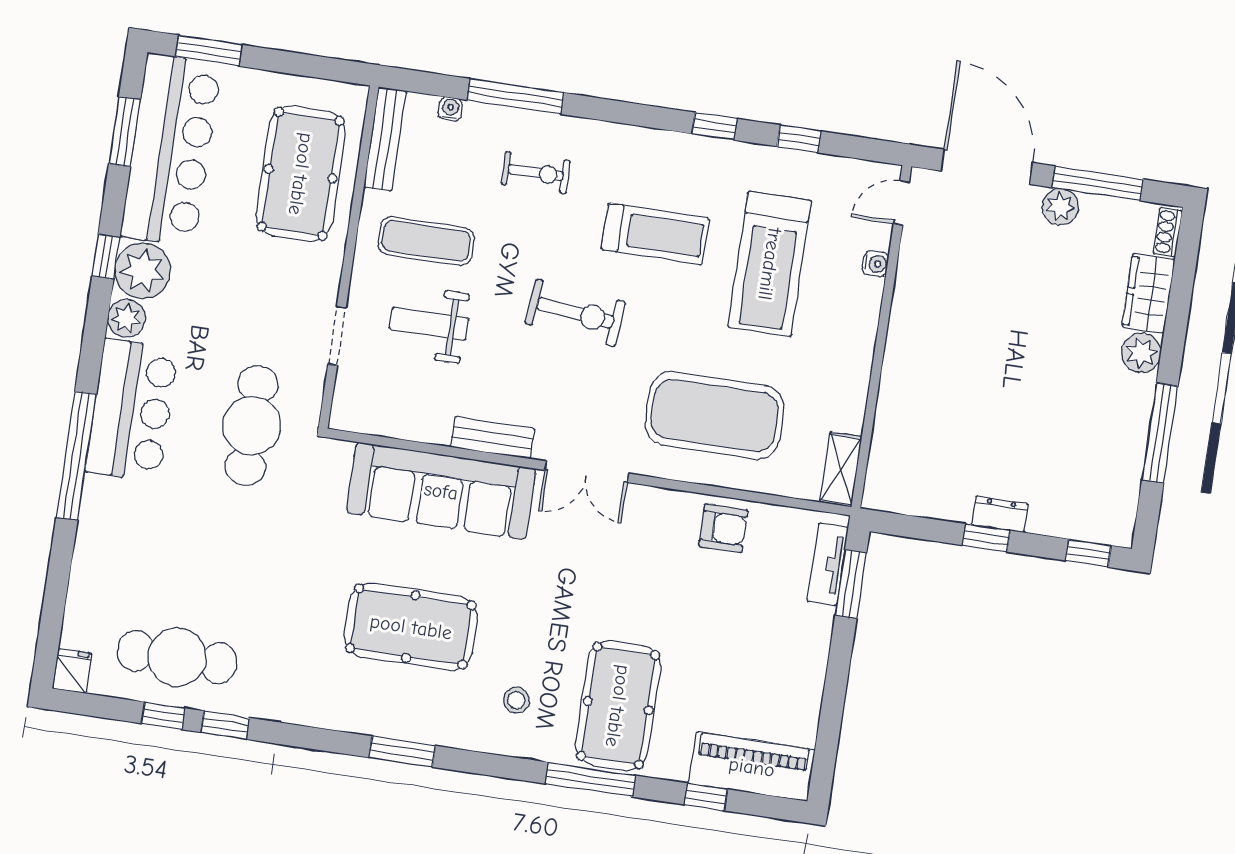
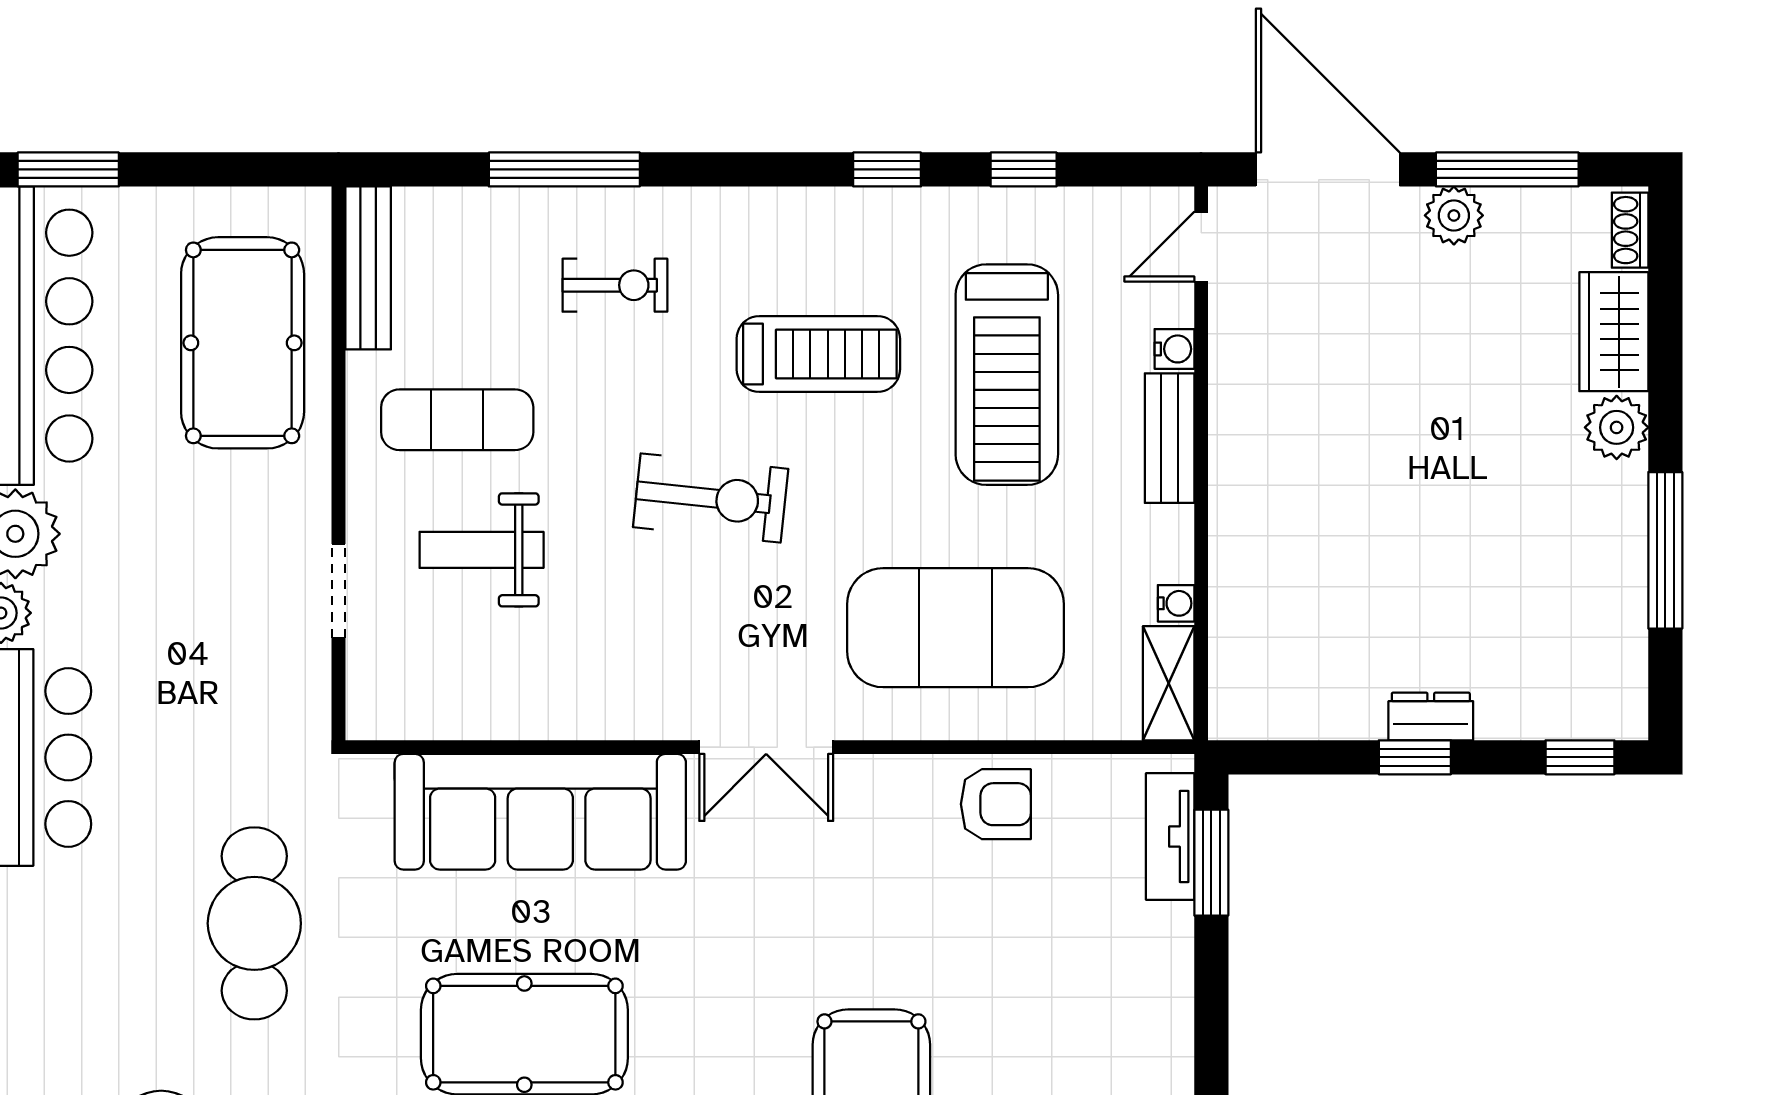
water cooler: (450, 109) -> (1176, 603), moved, turned 90
cafe table: (252, 426) -> (254, 923), moved
bench: (493, 438) -> (1170, 438), moved, turned 90

